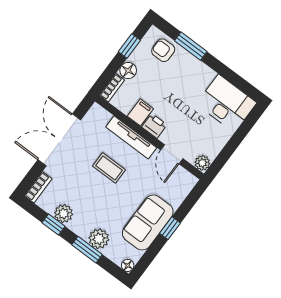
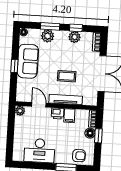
window: (129, 46) -> (98, 136), moved
desk: (227, 103) -> (39, 151), moved

